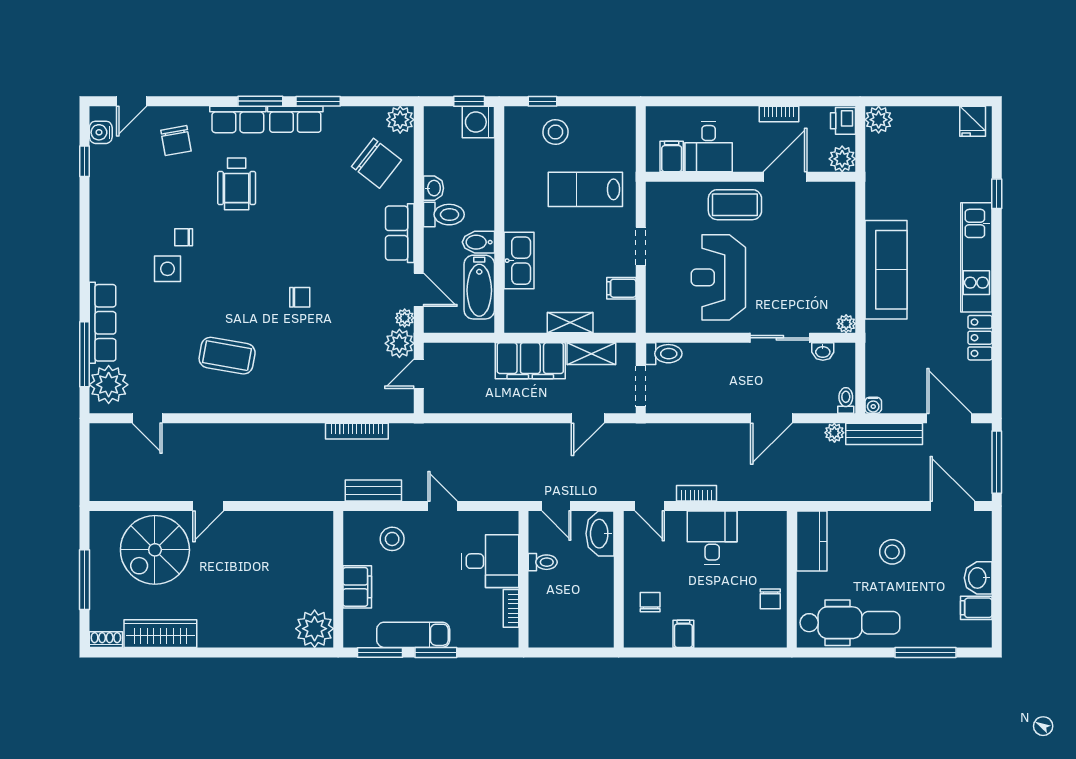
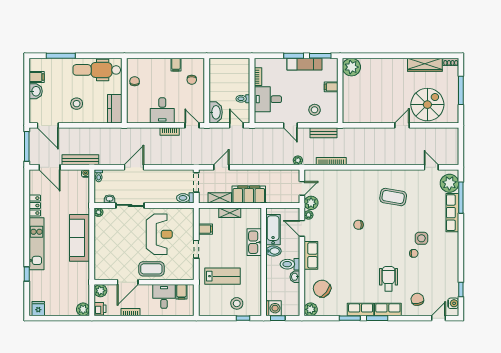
plant: (834, 433) -> (298, 160), moved
filing cabinet: (357, 587) -> (331, 87), width x0.50

